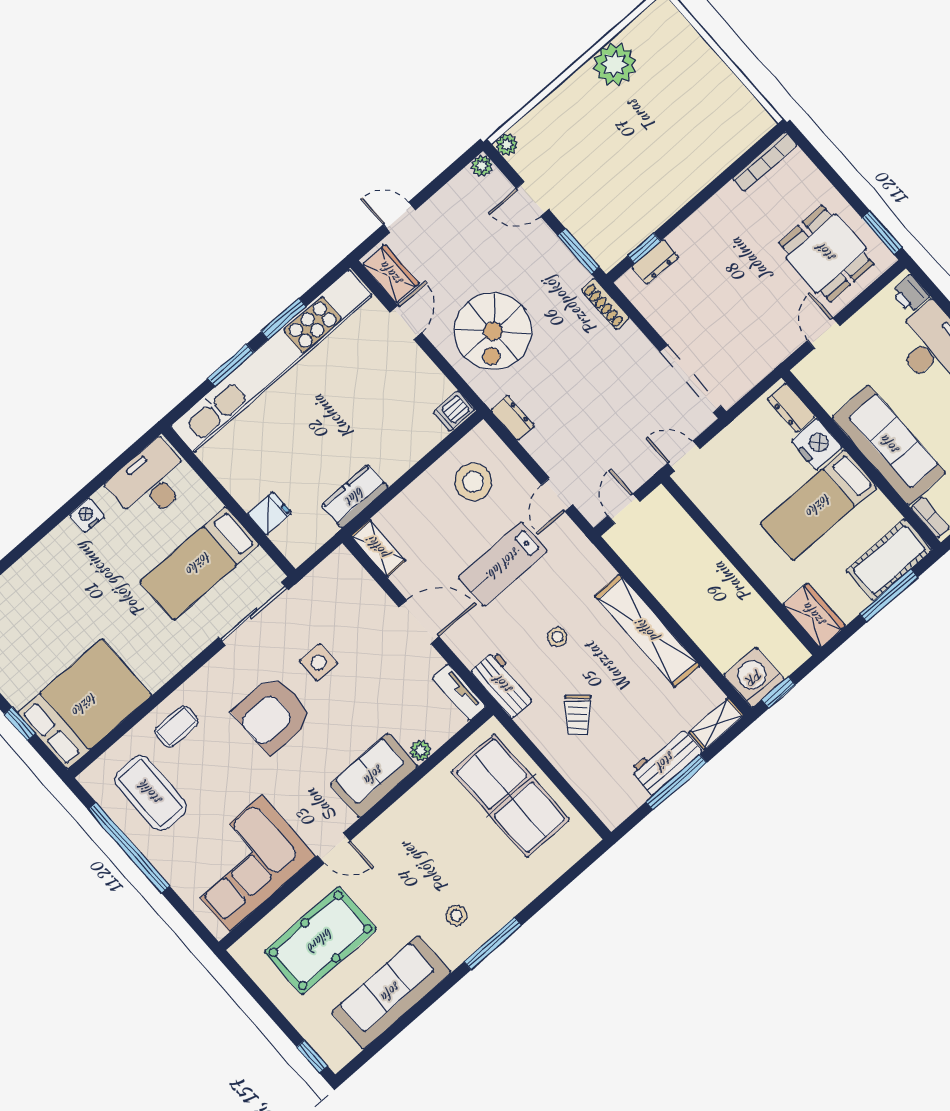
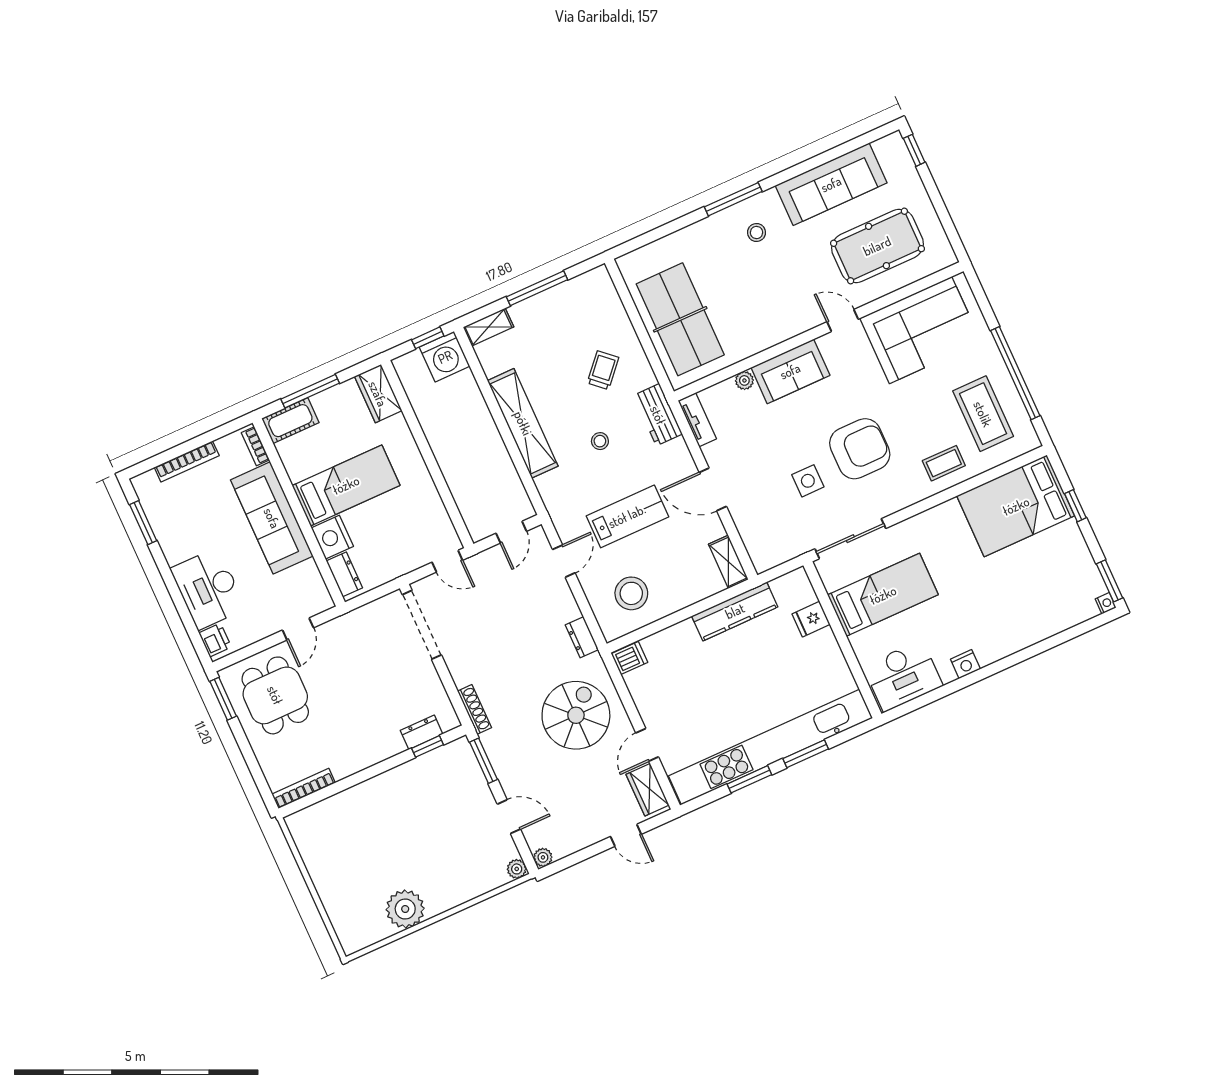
kitchen counter: (355, 496) -> (735, 611), width x1.50
cot: (889, 560) -> (290, 421), width x0.73, depth x0.75
workbench: (666, 761) -> (540, 309), removed

